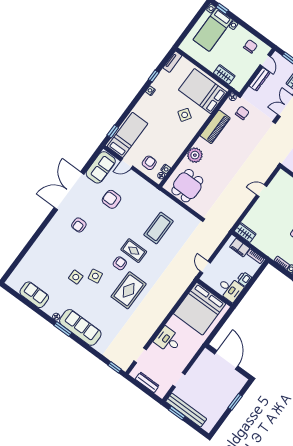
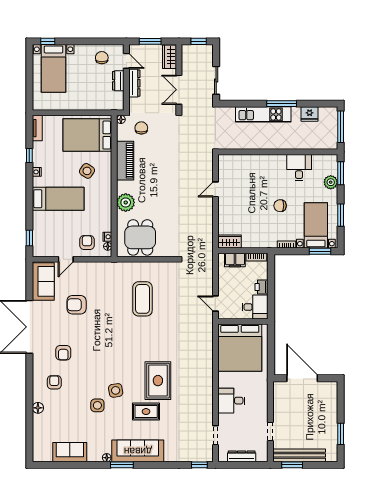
dresser: (250, 70) -> (118, 81), added
wardrobe: (224, 75) -> (97, 104), removed
bed: (128, 135) -> (58, 199), moved, turned 90
floor lamp: (35, 249) -> (38, 408), added
rug: (134, 251) -> (146, 412), moved
armchair: (120, 263) -> (54, 382), moved
window: (235, 402) -> (341, 434), moved

